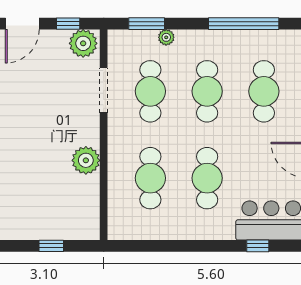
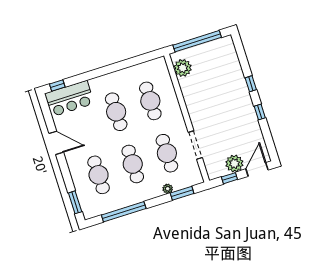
plant: (83, 43) -> (234, 164), moved
plant: (86, 160) -> (183, 68), moved
window: (51, 246) -> (197, 41), width x3.17
window: (258, 246) -> (57, 86), moved

